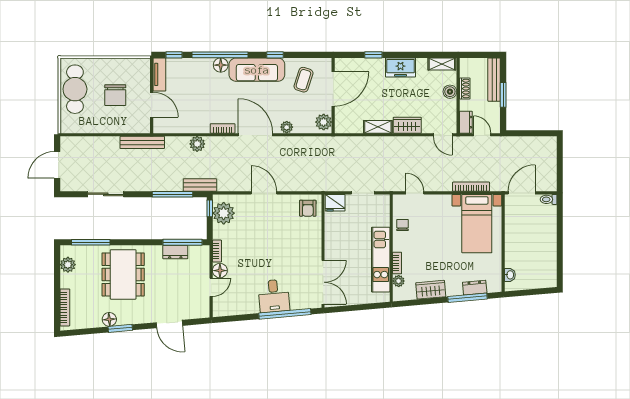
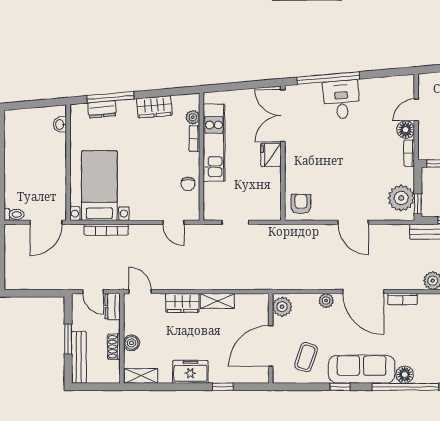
fridge: (335, 203) -> (271, 155), moved, turned -90

